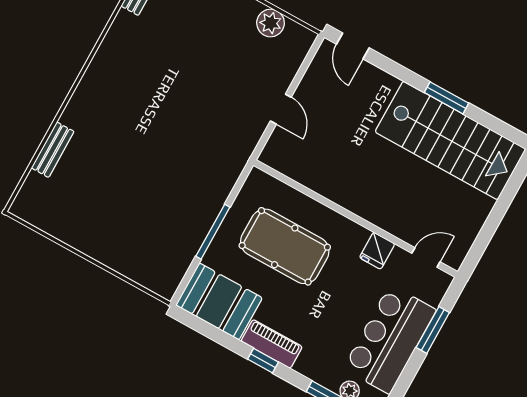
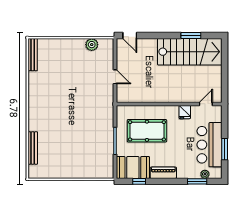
window: (446, 98) -> (191, 35), moved
bench: (53, 150) -> (33, 148), width x1.36
window: (433, 330) -> (225, 149), moved
window: (263, 361) -> (139, 181), moved

